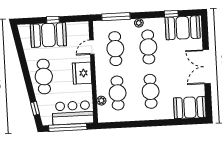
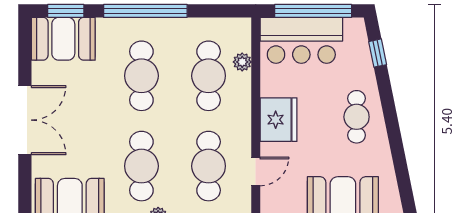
cafe table: (44, 77) -> (357, 117), width x0.73, depth x0.74
window: (189, 121) -> (66, 11), added
window: (150, 123) -> (145, 11), added

